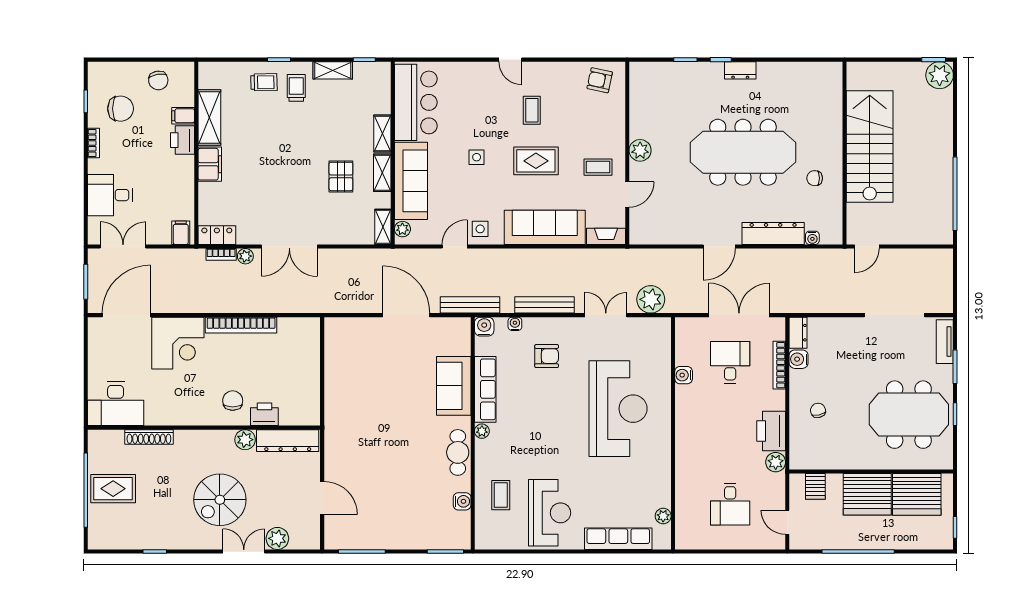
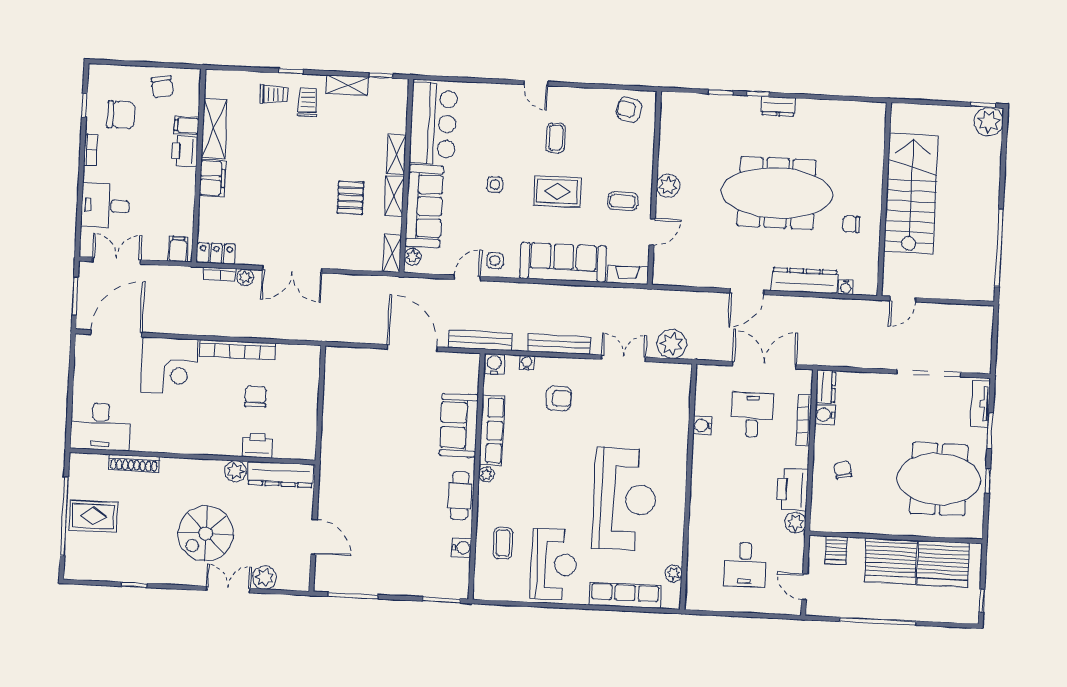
chair: (233, 401) -> (256, 396), moved
reception desk: (618, 409) -> (625, 499), moved

